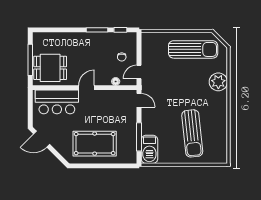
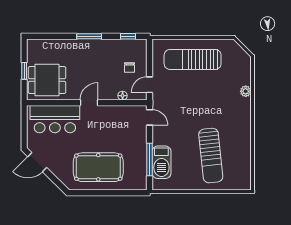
window: (97, 30) -> (89, 36), moved
sun lounger: (193, 49) -> (193, 59), moved, turned 180
window: (30, 60) -> (24, 71), width x0.46
plant: (218, 82) -> (246, 91), width x0.53, depth x0.53
barbecue: (149, 149) -> (161, 162), moved

